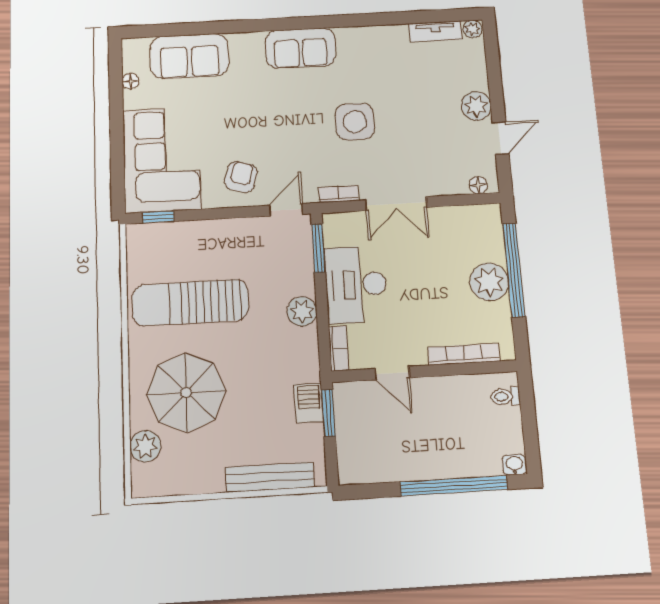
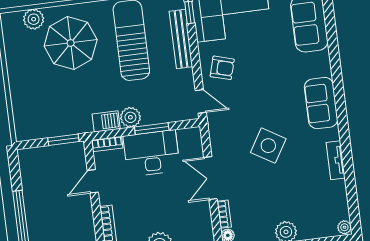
tv unit: (435, 31) -> (336, 160), moved
side table: (355, 122) -> (268, 146), turned 31
bookcase: (338, 194) -> (224, 214), moved
window: (318, 248) -> (152, 129), moved
barbecue: (309, 403) -> (106, 121), moved
bench: (270, 477) -> (181, 39), moved

